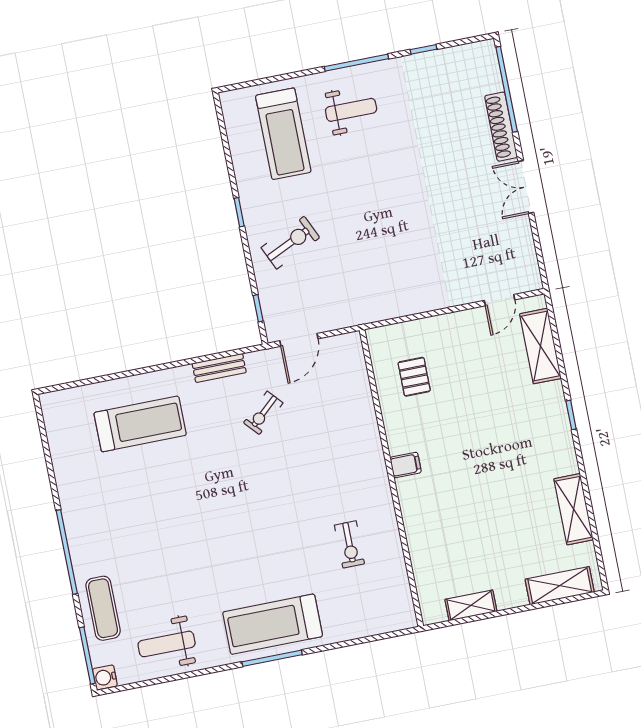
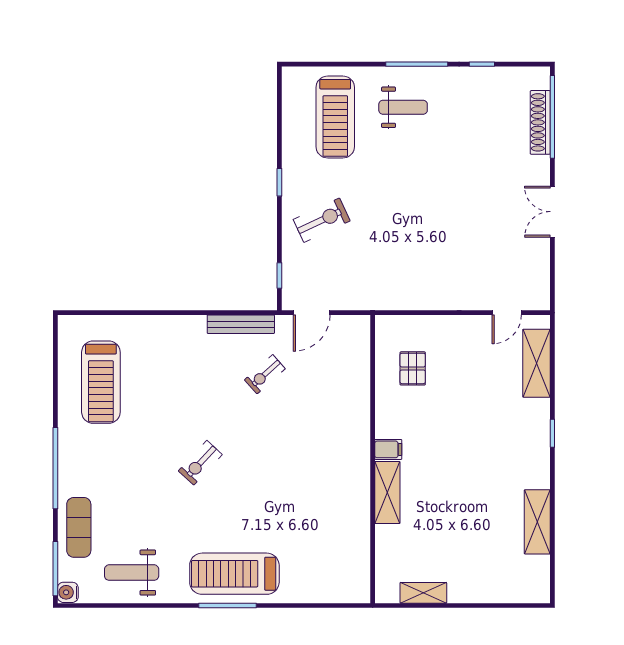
shoe rack: (501, 127) -> (540, 122), moved
bench: (219, 368) -> (241, 324), width x1.36
treadmill: (140, 424) -> (101, 382), moved, turned 90
exercise bike: (349, 544) -> (200, 463), moved, turned 43
shelving: (560, 586) -> (387, 493), moved, turned 90

